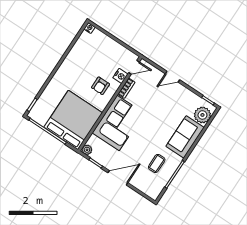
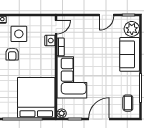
side table: (96, 51) -> (19, 34), added
door: (172, 77) -> (107, 15), moved
armchair: (100, 86) -> (12, 54), moved
coffee table: (157, 163) -> (128, 103), moved

